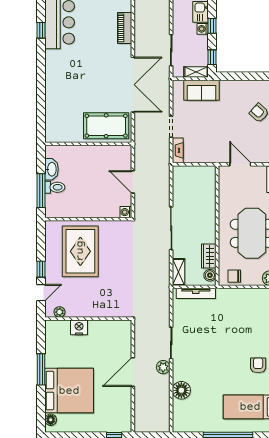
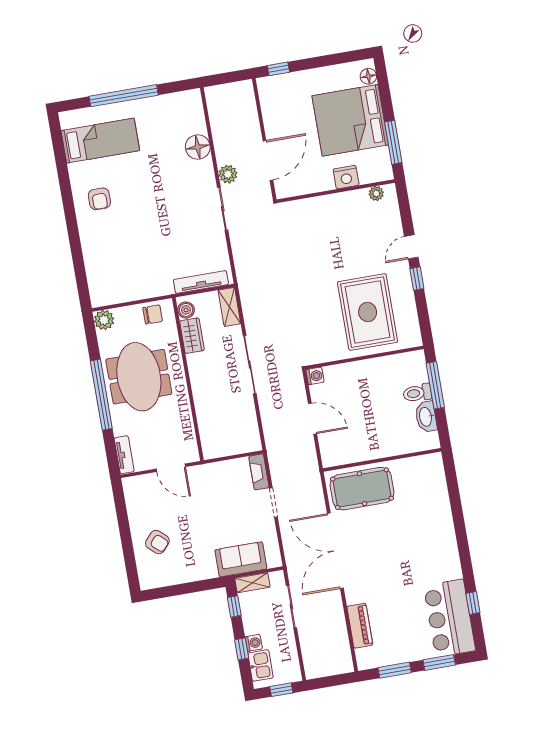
plant: (60, 312) -> (376, 193), moved
wall: (88, 319) -> (336, 191), moved
nightstand: (79, 327) -> (346, 177), moved

